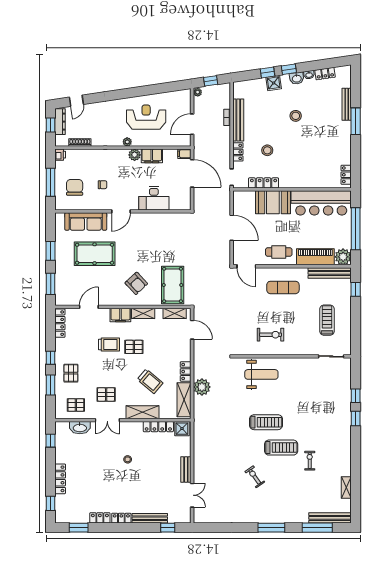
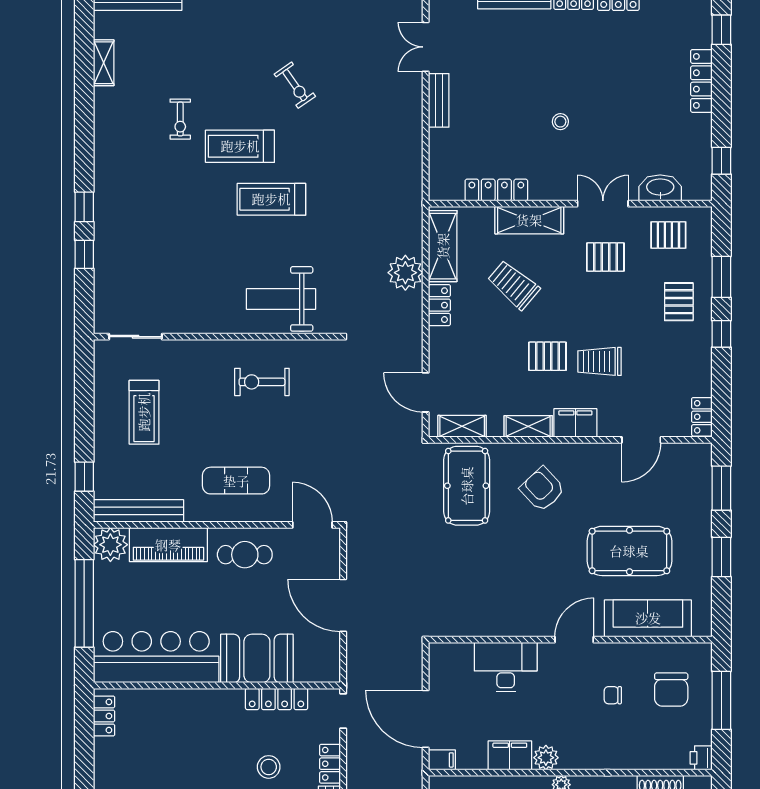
locker: (60, 323) -> (702, 417), width x0.66
shower: (182, 429) -> (447, 186), removed

